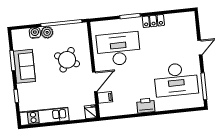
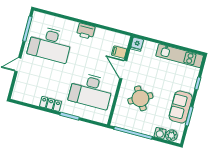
plant: (47, 32) -> (171, 135), moved
round table: (67, 60) -> (140, 98), turned 31
desk: (176, 79) -> (50, 44), turned 180
door: (95, 82) -> (123, 70), hinge flipped

